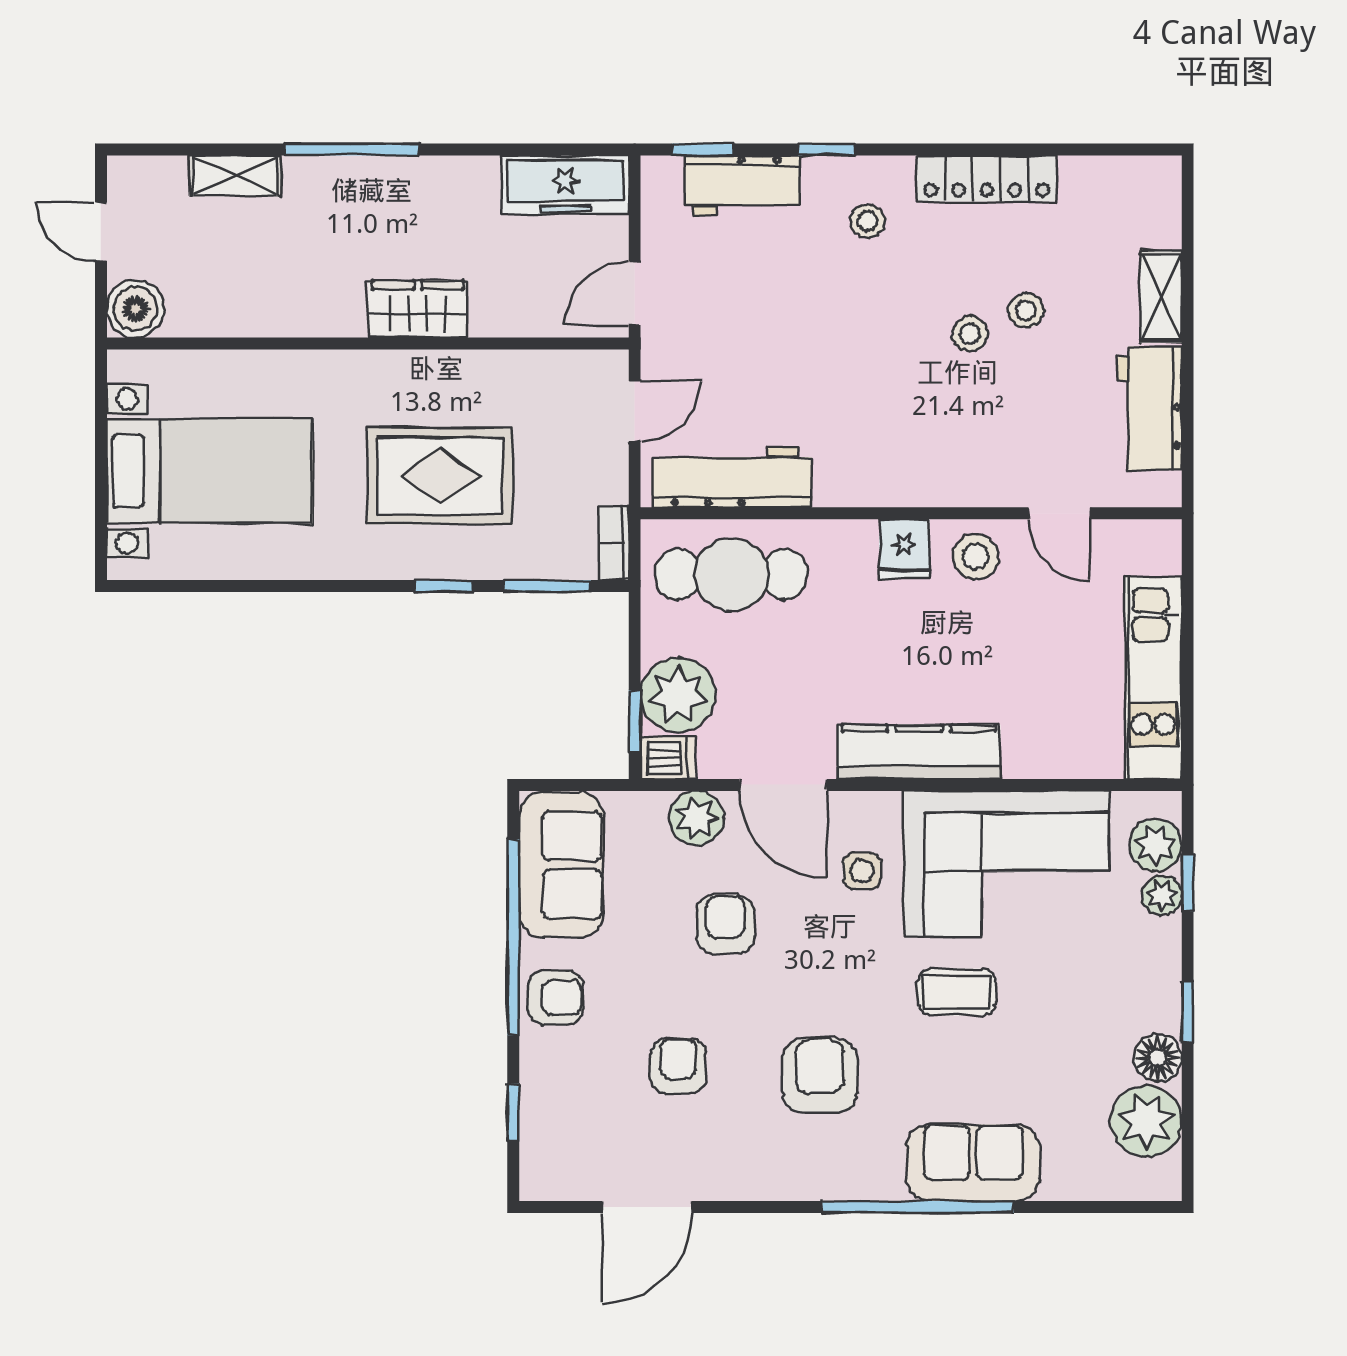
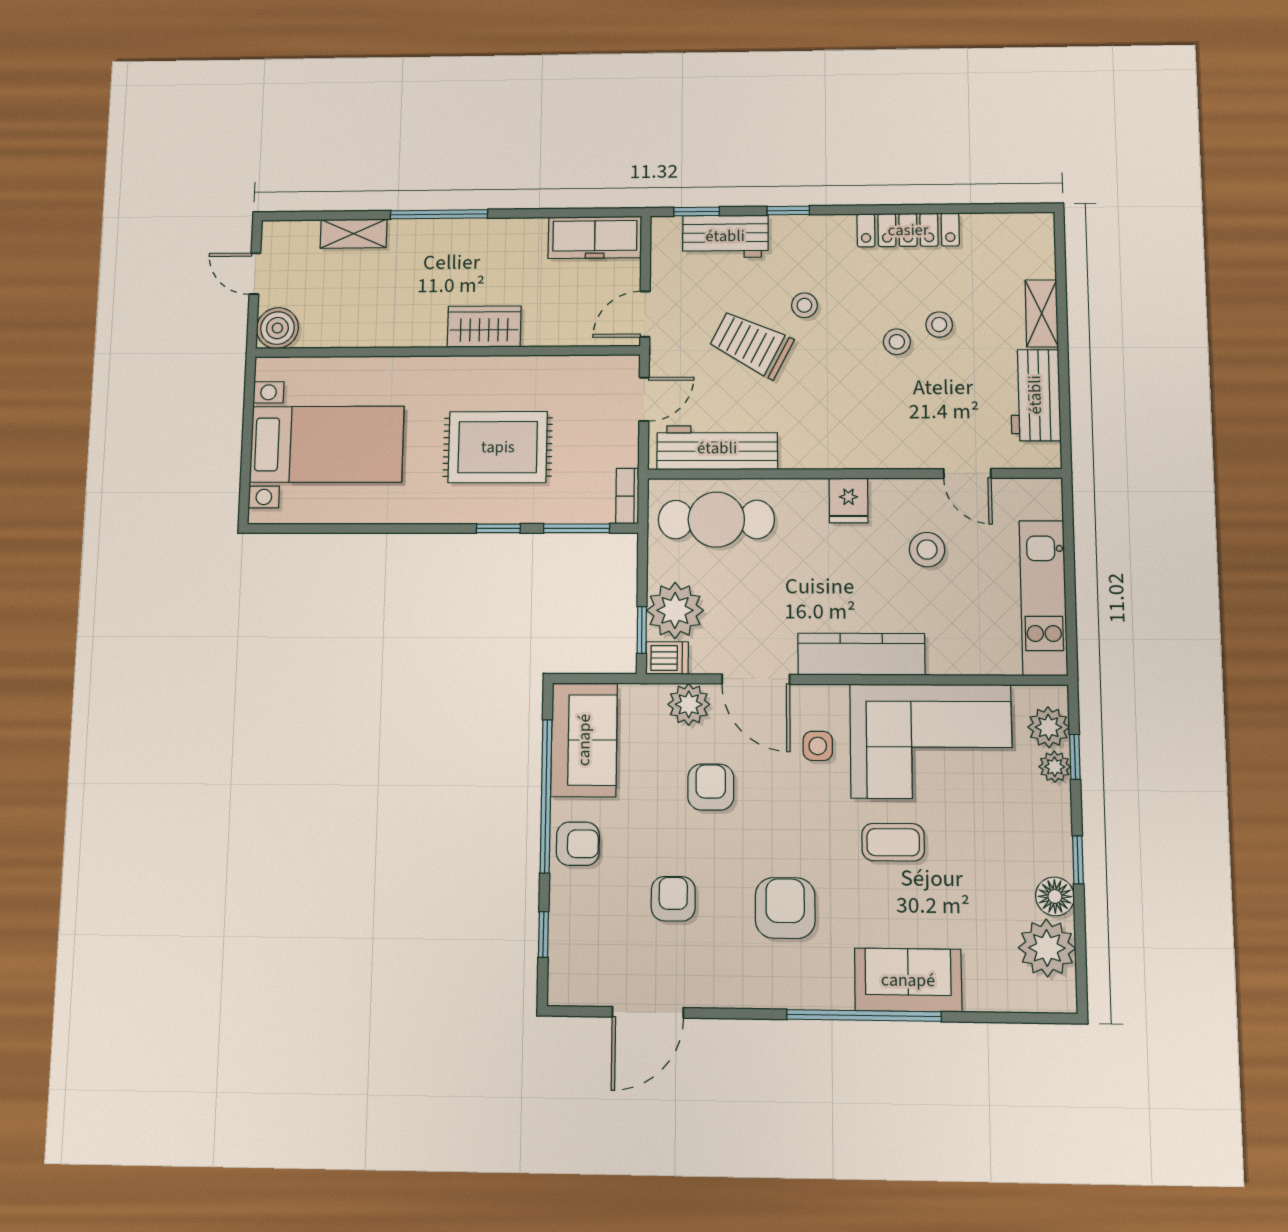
stool: (868, 221) -> (804, 305), moved
trolley: (777, 336) -> (751, 344), added
stool: (976, 557) -> (927, 550), moved

